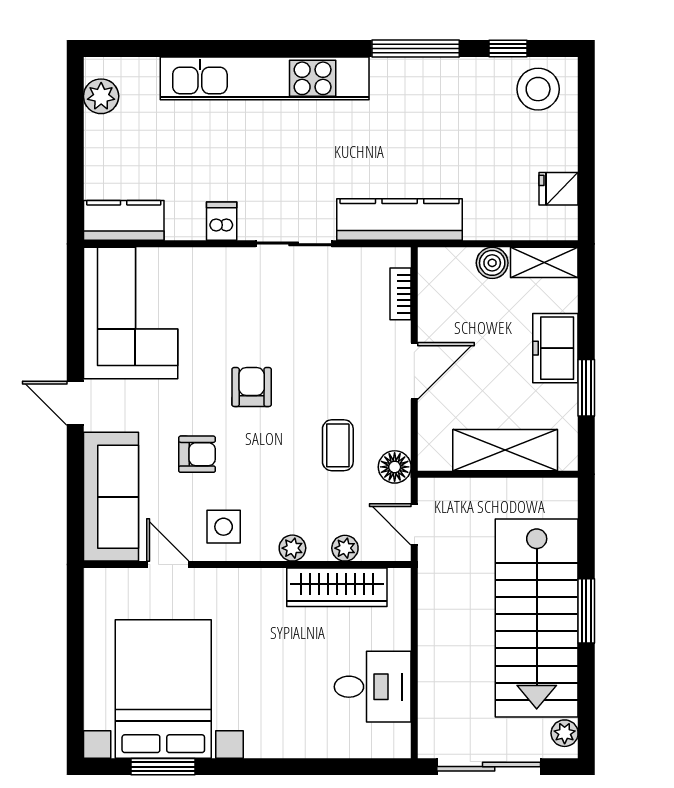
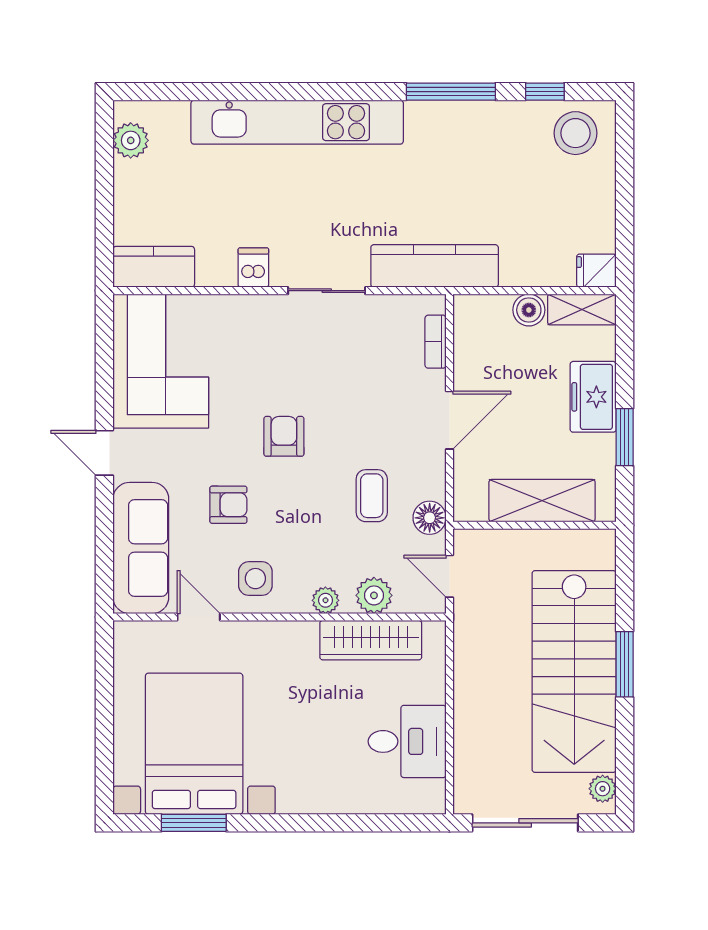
fridge: (559, 189) -> (596, 271), moved
plant: (345, 548) -> (374, 595), width x1.38, depth x1.38

